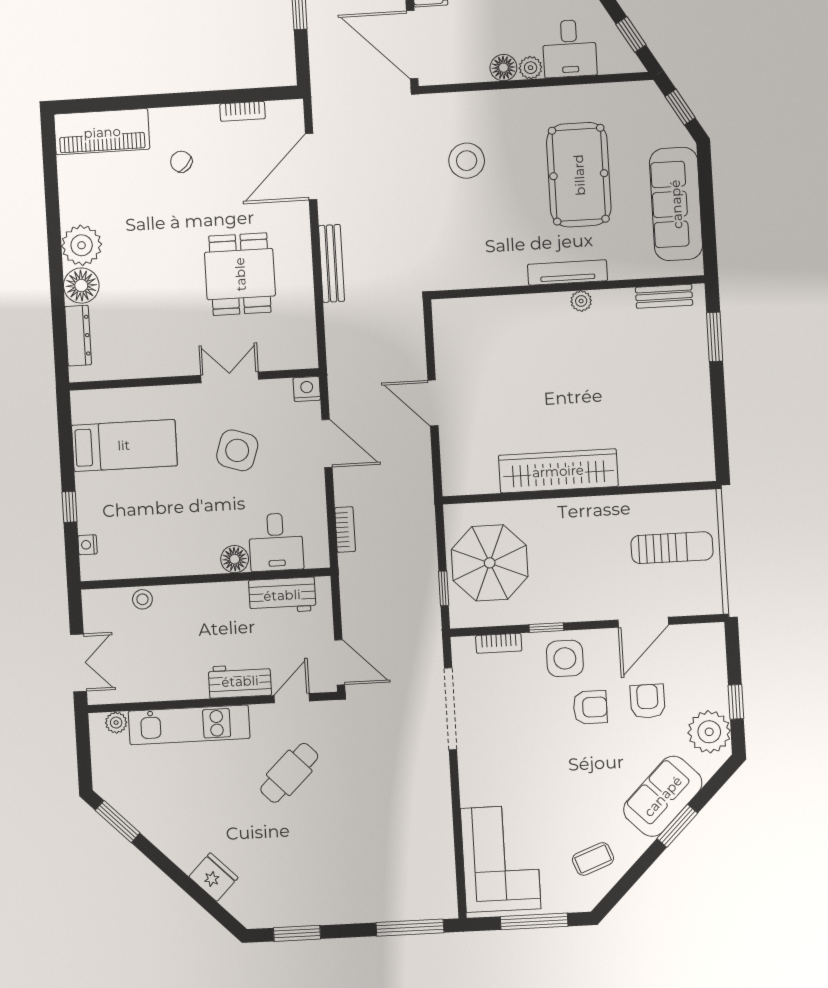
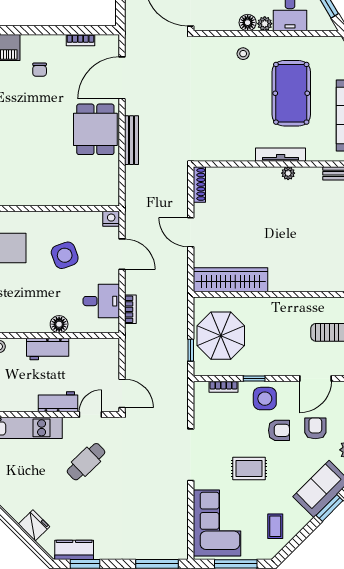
stool: (467, 161) -> (243, 54), moved, width x0.53, depth x0.53
chair: (181, 162) -> (40, 70), turned -133
dining table: (240, 274) -> (95, 129), moved
shoe rack: (442, 327) -> (199, 184), added
double door: (230, 377) -> (62, 209), removed
side table: (237, 450) -> (65, 255), turned -38
wardrobe: (558, 471) -> (231, 280), moved
desk: (276, 542) -> (101, 301), moved, turned -90
workbench: (282, 595) -> (48, 349), moved
doorway: (451, 709) -> (191, 455), moved
rug: (546, 770) -> (249, 468), added
coffee table: (593, 859) -> (275, 526), turned -69
kitchen counter: (279, 912) -> (74, 550), added

